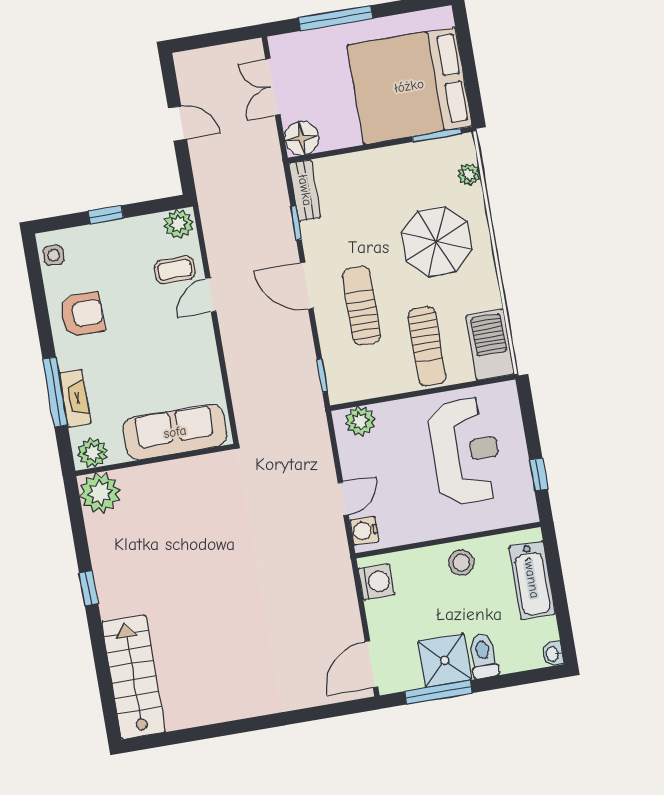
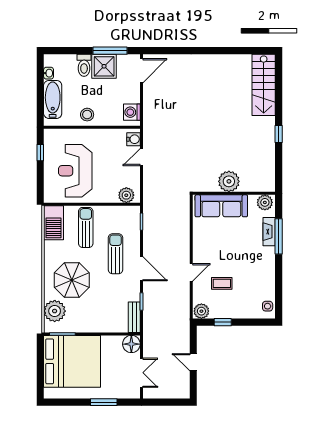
window: (336, 18) -> (104, 402), width x0.69
plant: (469, 175) -> (55, 311), width x1.88, depth x1.88
window: (106, 215) -> (223, 322), moved
coffee table: (175, 270) -> (222, 283), moved
sun lounger: (361, 306) -> (116, 254), turned 180
armchair: (82, 314) -> (258, 274), removed
plant: (100, 493) -> (229, 181), moved
washbasin: (553, 654) -> (49, 73), moved

